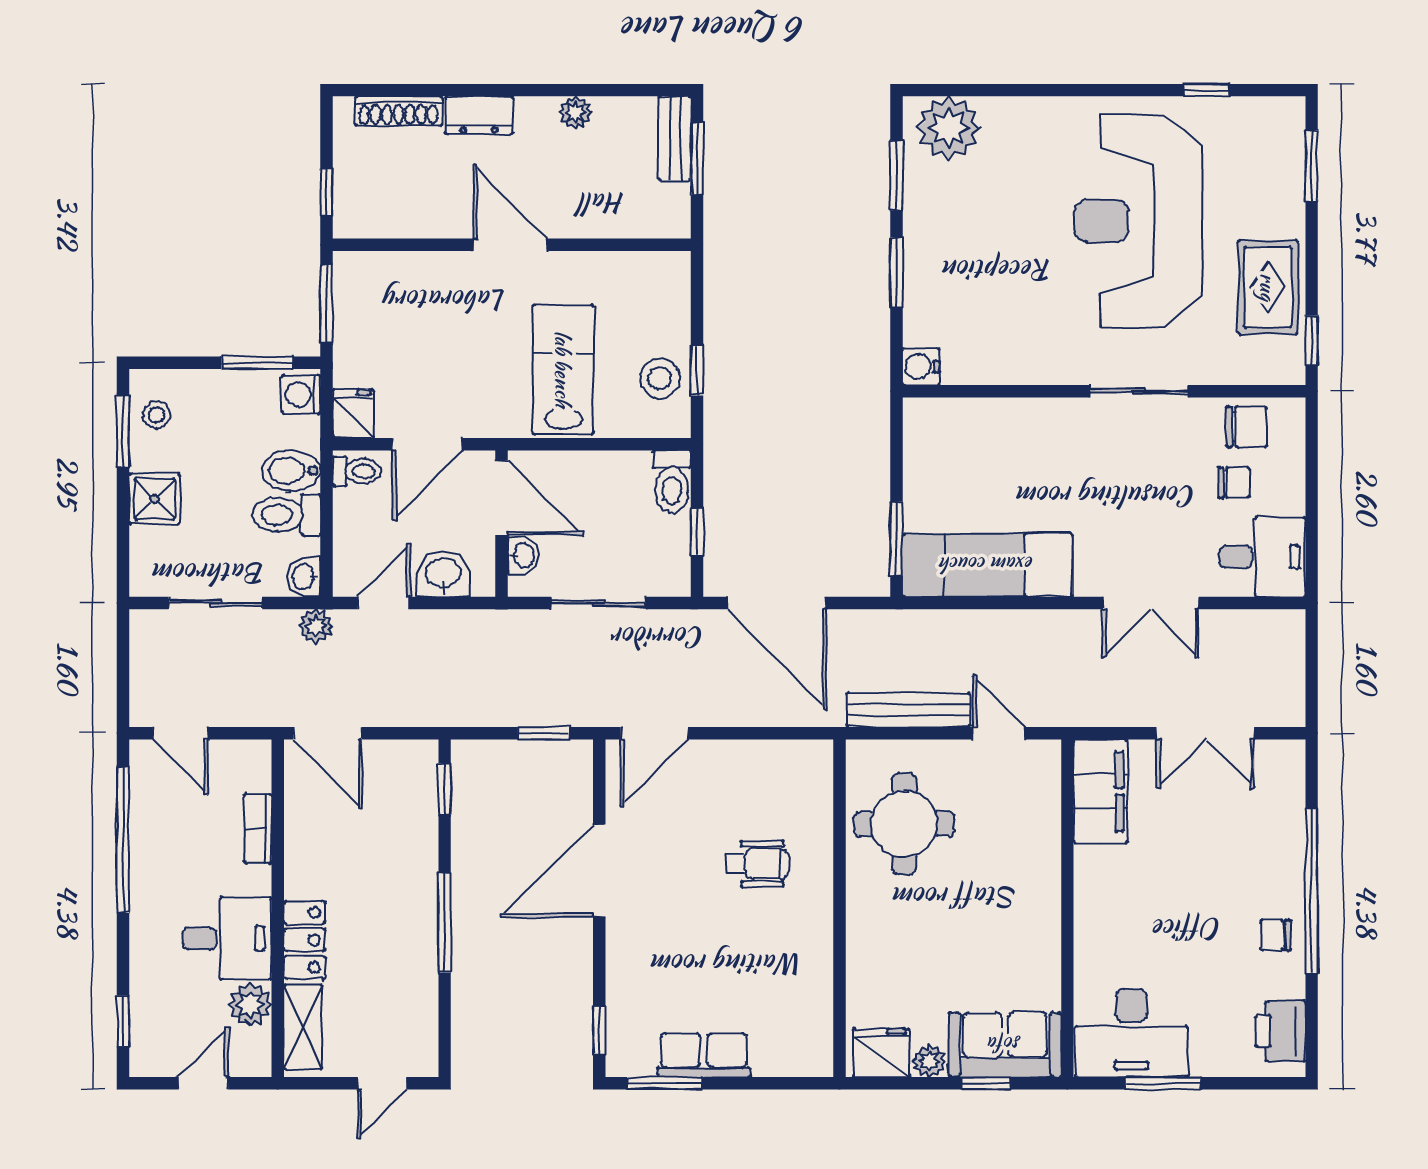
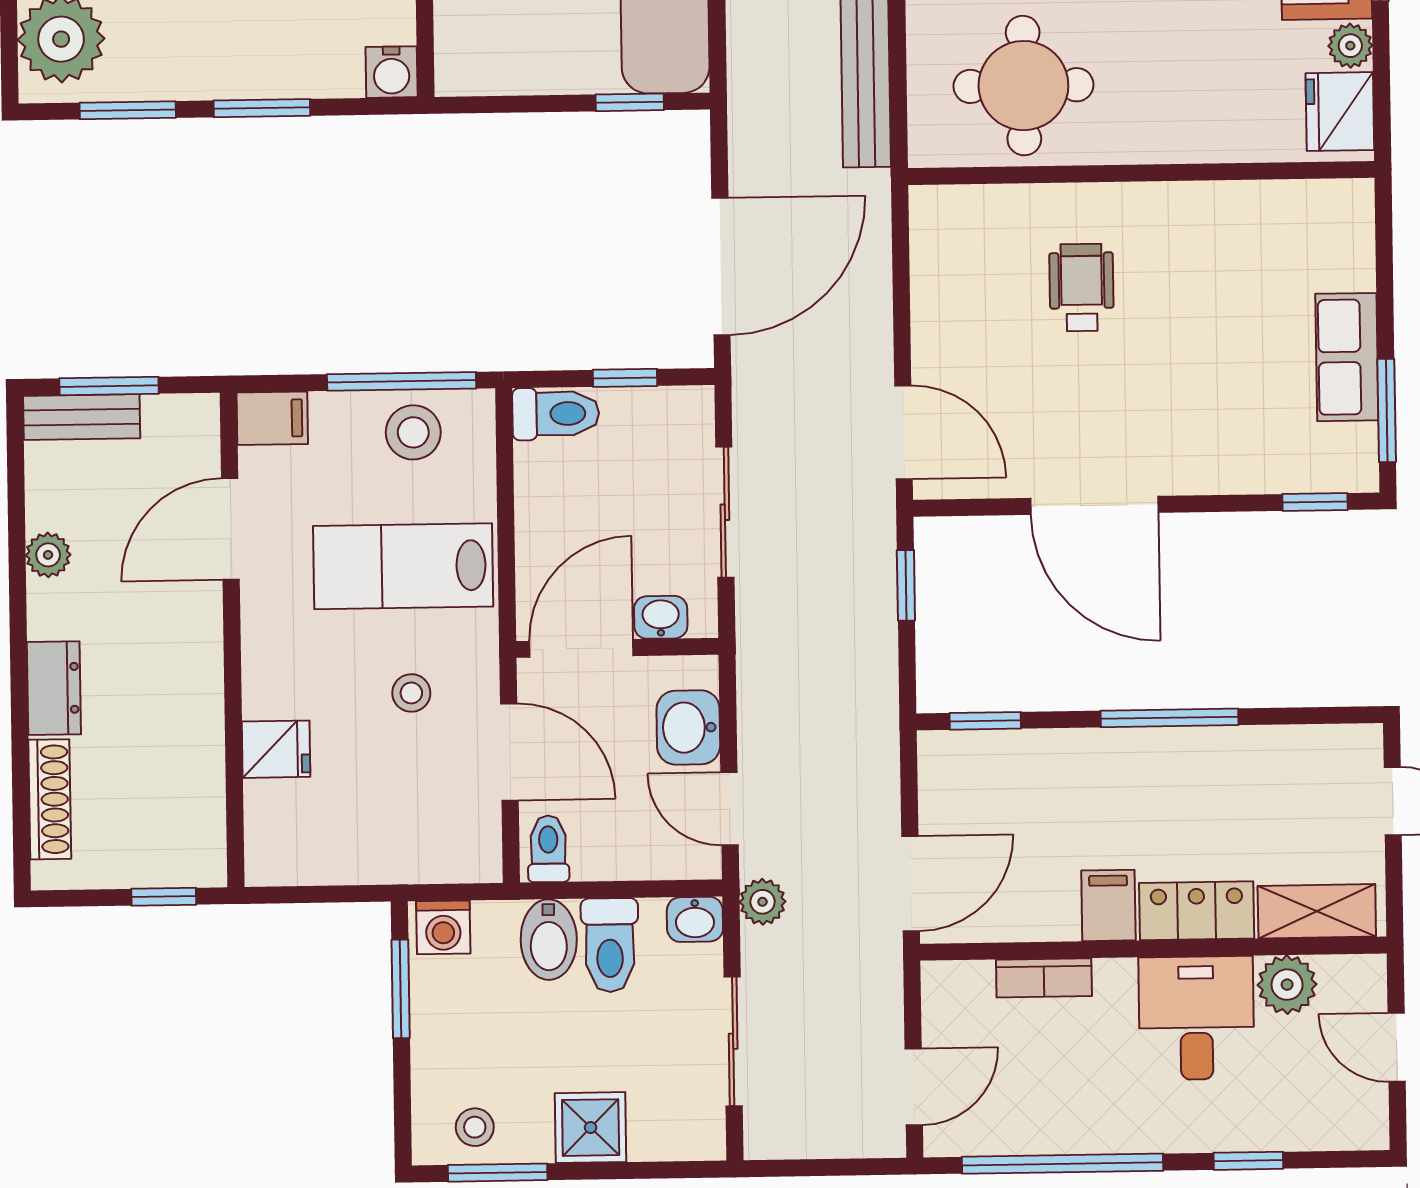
door: (510, 245) -> (230, 529), moved
filing cabinet: (672, 276) -> (272, 418), added
window: (327, 304) -> (318, 894), removed
window: (697, 370) -> (402, 381), width x2.17
stool: (471, 374) -> (411, 693), added
fridge: (353, 414) -> (276, 749), moved, turned 180
window: (896, 539) -> (630, 102), width x0.67
filing cabinet: (309, 876) -> (1108, 905), added
window: (123, 1021) -> (1248, 1161), moved

